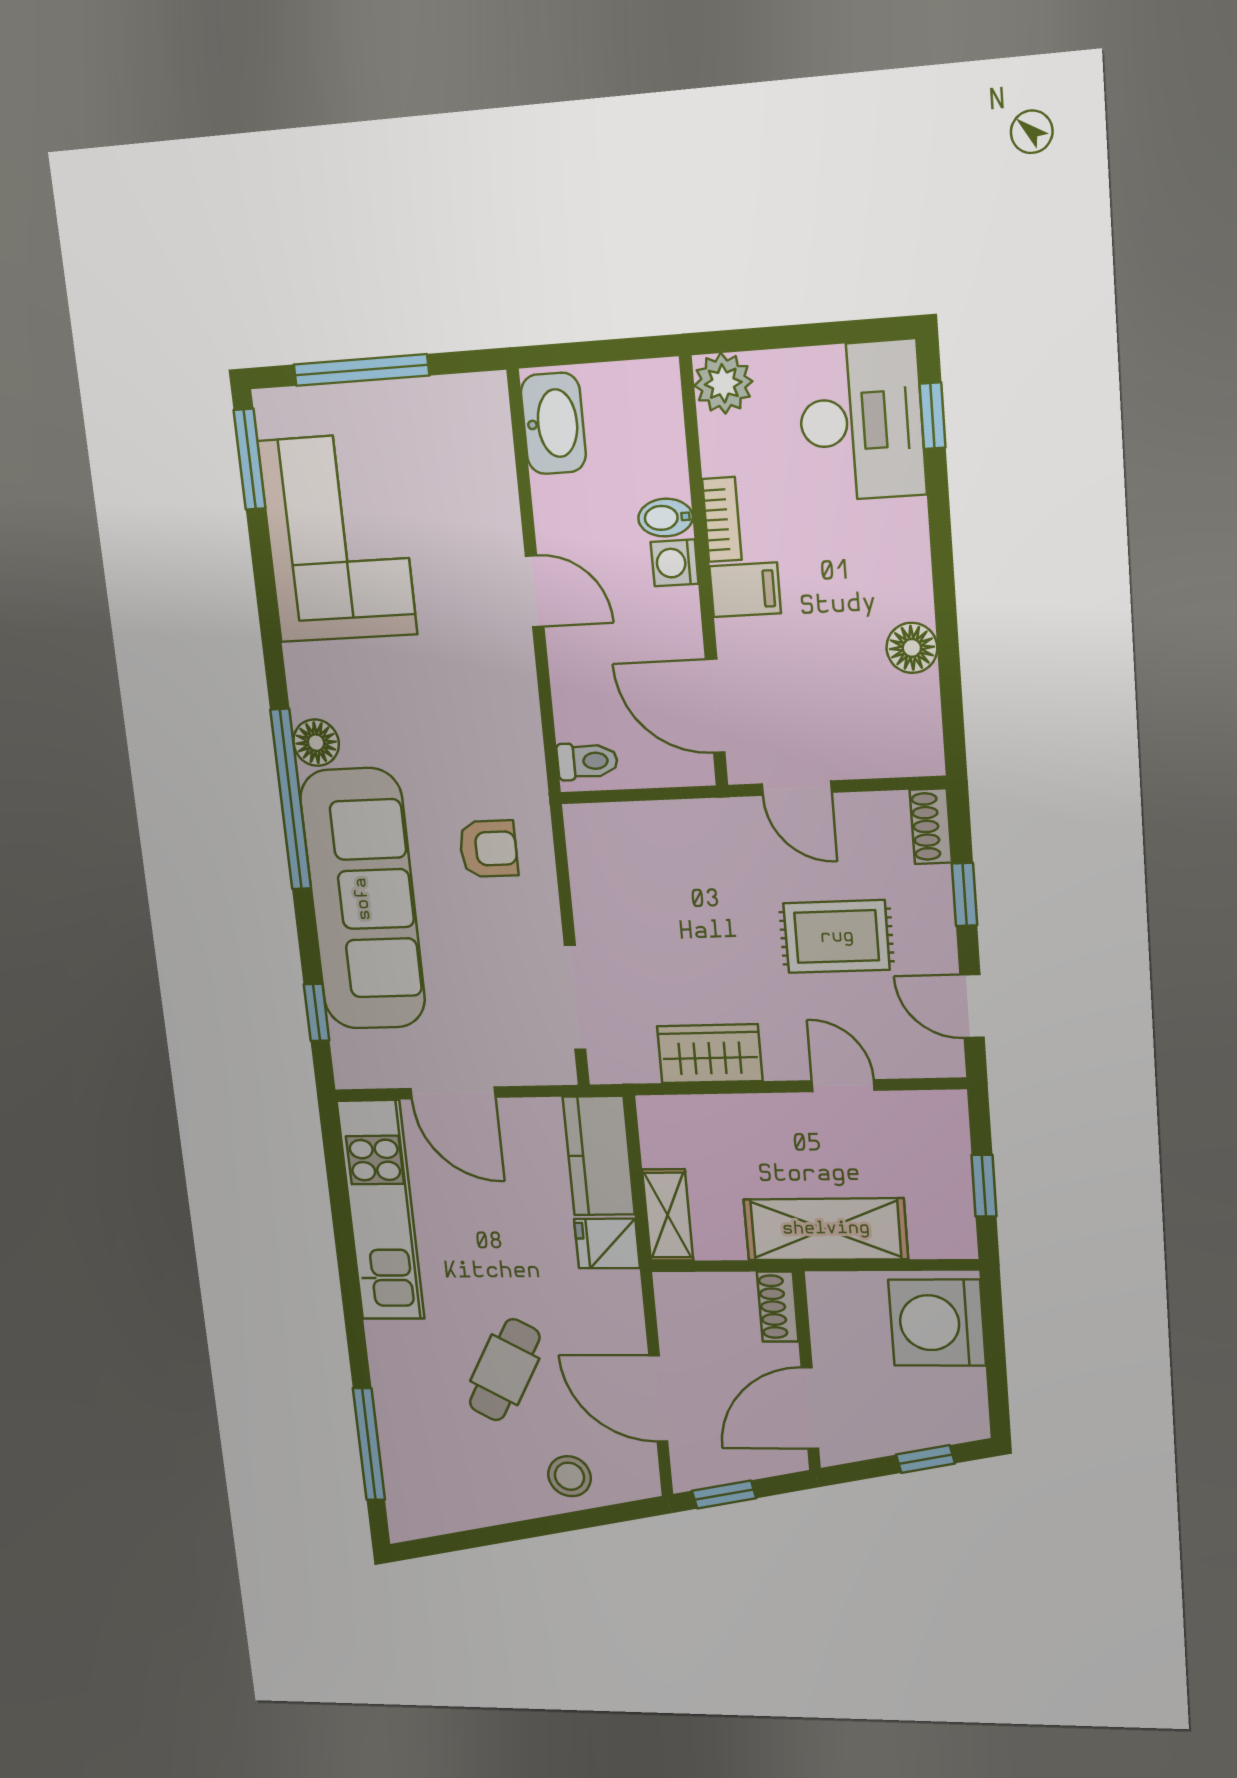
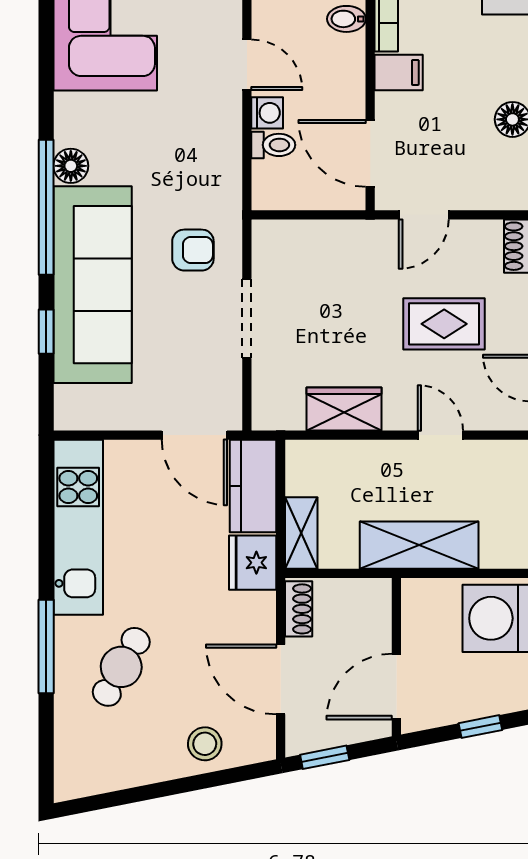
washing machine: (675, 563) -> (267, 113), moved, turned 180
toilet: (587, 761) -> (273, 145), moved
door: (797, 788) -> (424, 215), hinge flipped
doorway: (575, 997) -> (247, 318), moved
window: (317, 1013) -> (46, 332), moved
door: (453, 1093) -> (194, 435), moved
fridge: (607, 1243) -> (253, 563), width x1.38
shoe rack: (778, 1307) -> (299, 609), moved, turned 180
cafe table: (505, 1370) -> (121, 667), moved
window: (369, 1444) -> (46, 646), moved

